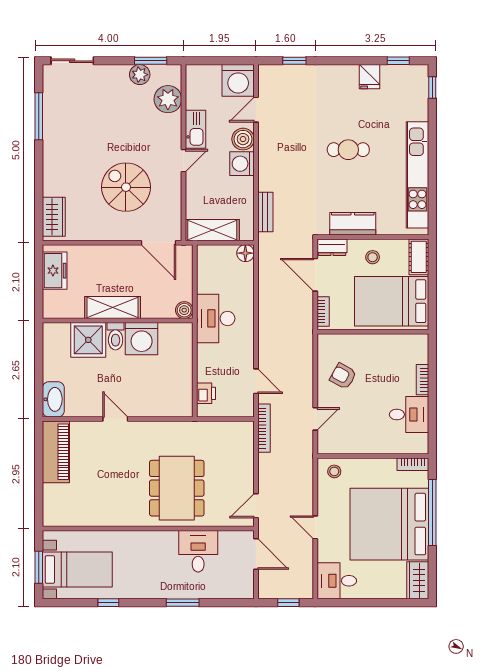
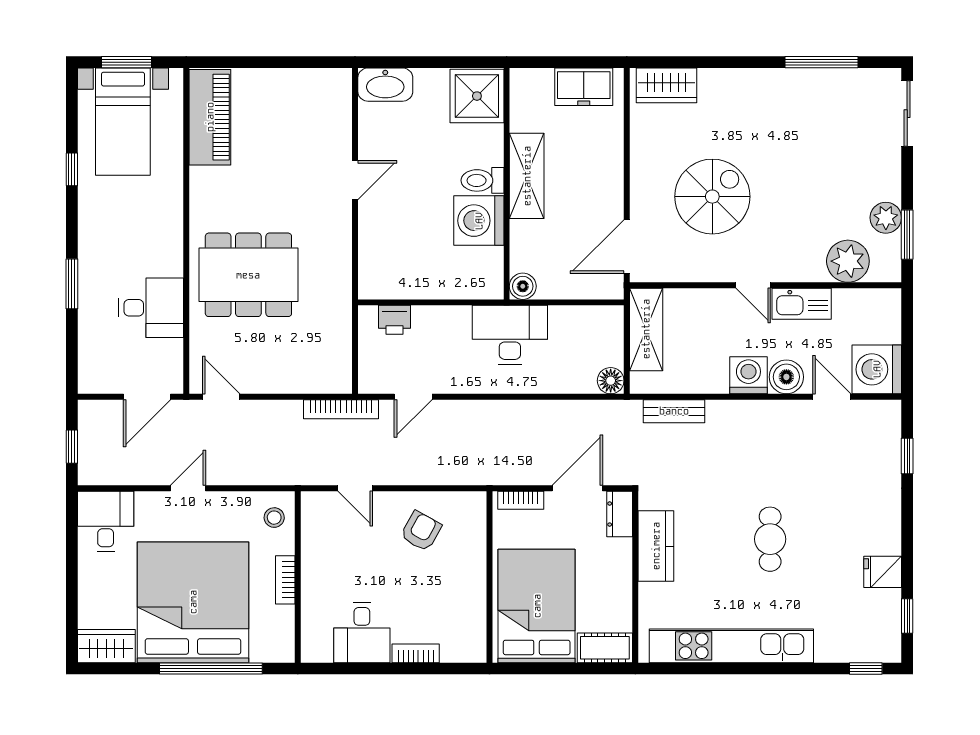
stool: (373, 257) -> (604, 577), removed
shower: (88, 340) -> (477, 96), moved
piano: (56, 452) -> (210, 117), moved, turned -90
bookcase: (413, 464) -> (285, 580), moved

